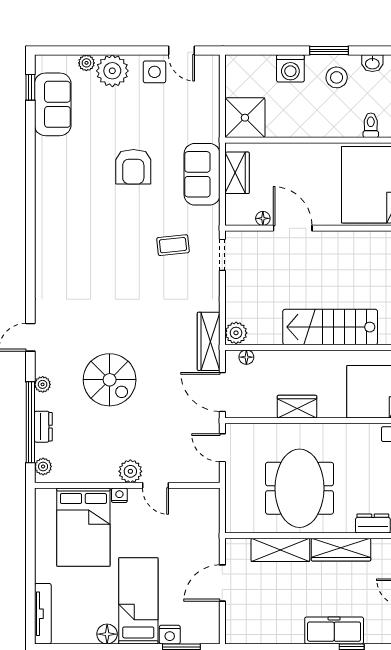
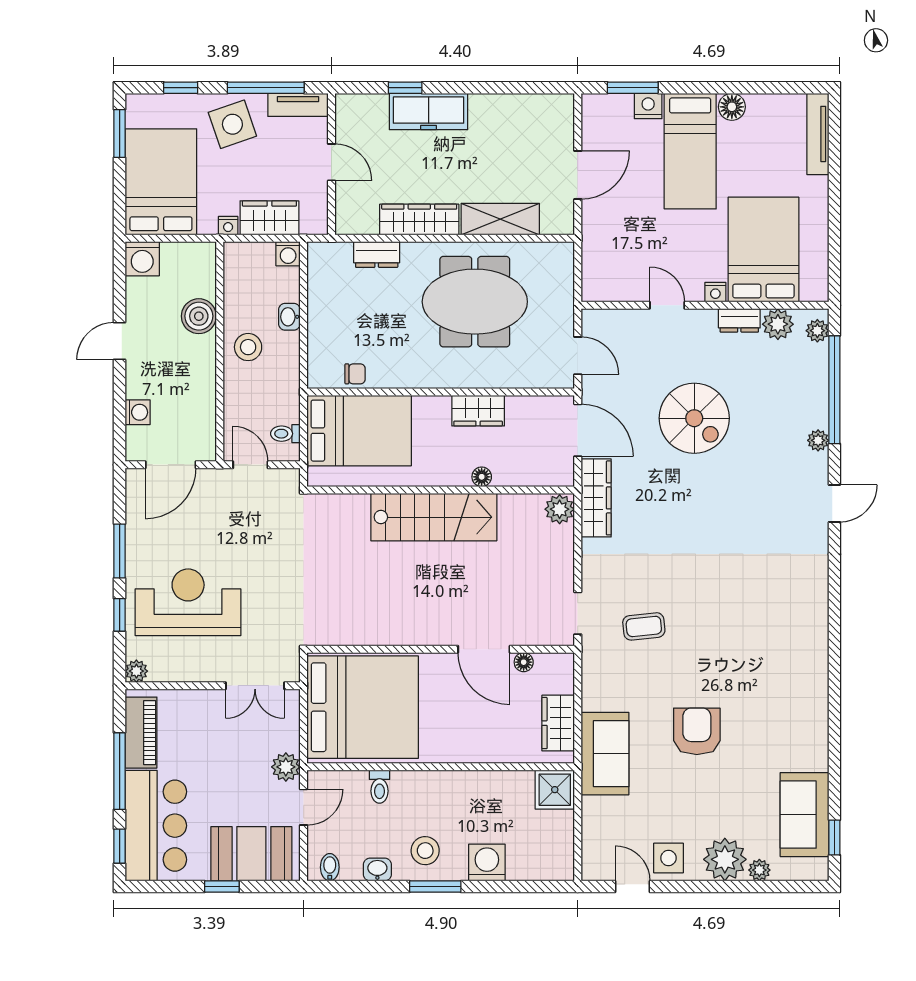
shower: (245, 118) -> (555, 790), width x0.73, depth x0.73
sofa: (202, 174) -> (605, 754), moved
floor lamp: (246, 357) -> (482, 477), moved
spiral stairs: (110, 380) -> (694, 418), moved, turned 180
dresser: (43, 427) -> (739, 320), moved, turned -90
plant: (130, 471) -> (778, 324), moved
meeting table: (299, 488) -> (475, 302), turned 90

